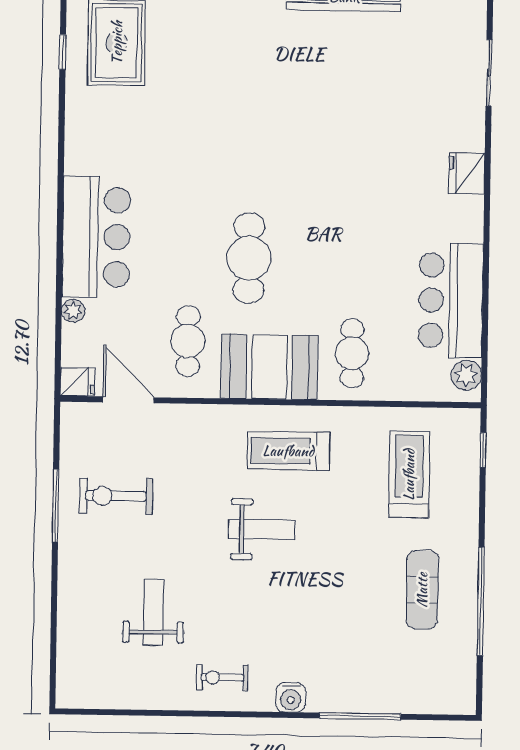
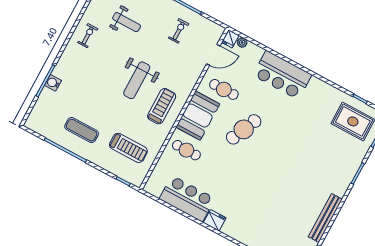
fridge: (467, 174) -> (215, 220), moved
cafe table: (249, 258) -> (244, 129), turned -66
plant: (73, 311) -> (242, 43), moved
plant: (466, 375) -> (155, 190), removed
exercise bike: (116, 496) -> (179, 31), width x0.73, depth x0.72
weight bench: (262, 529) -> (137, 80), width x1.36, depth x1.33
water cooler: (291, 697) -> (53, 83), moved

